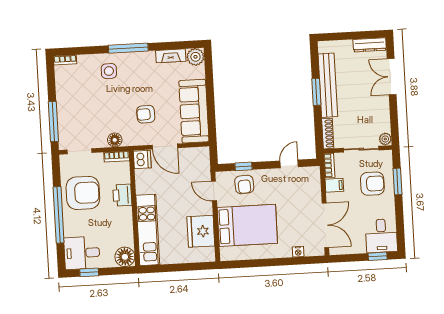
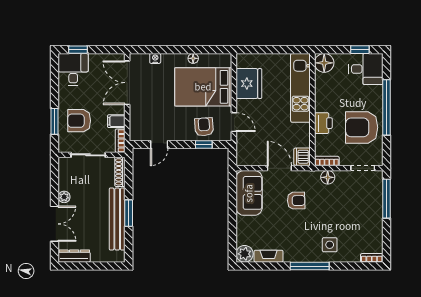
sofa: (194, 111) -> (249, 193), width x0.73
plant: (385, 139) -> (64, 197), moved
floor lamp: (259, 254) -> (193, 58), added

